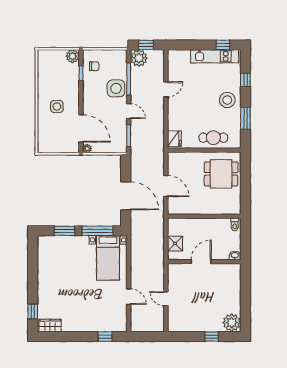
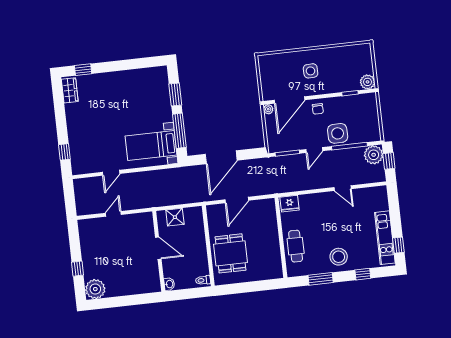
chair: (94, 66) -> (318, 109), moved
dining table: (221, 174) -> (231, 253), moved

